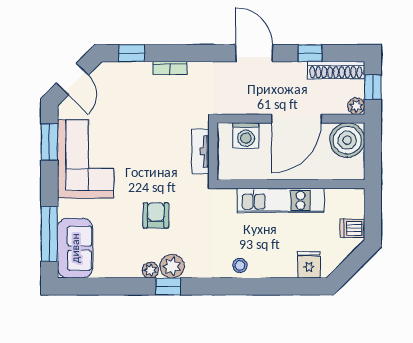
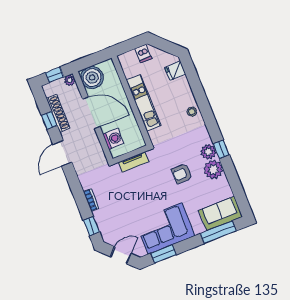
shoe rack: (336, 70) -> (58, 113), moved
plant: (150, 270) -> (213, 170), width x1.88, depth x1.88

